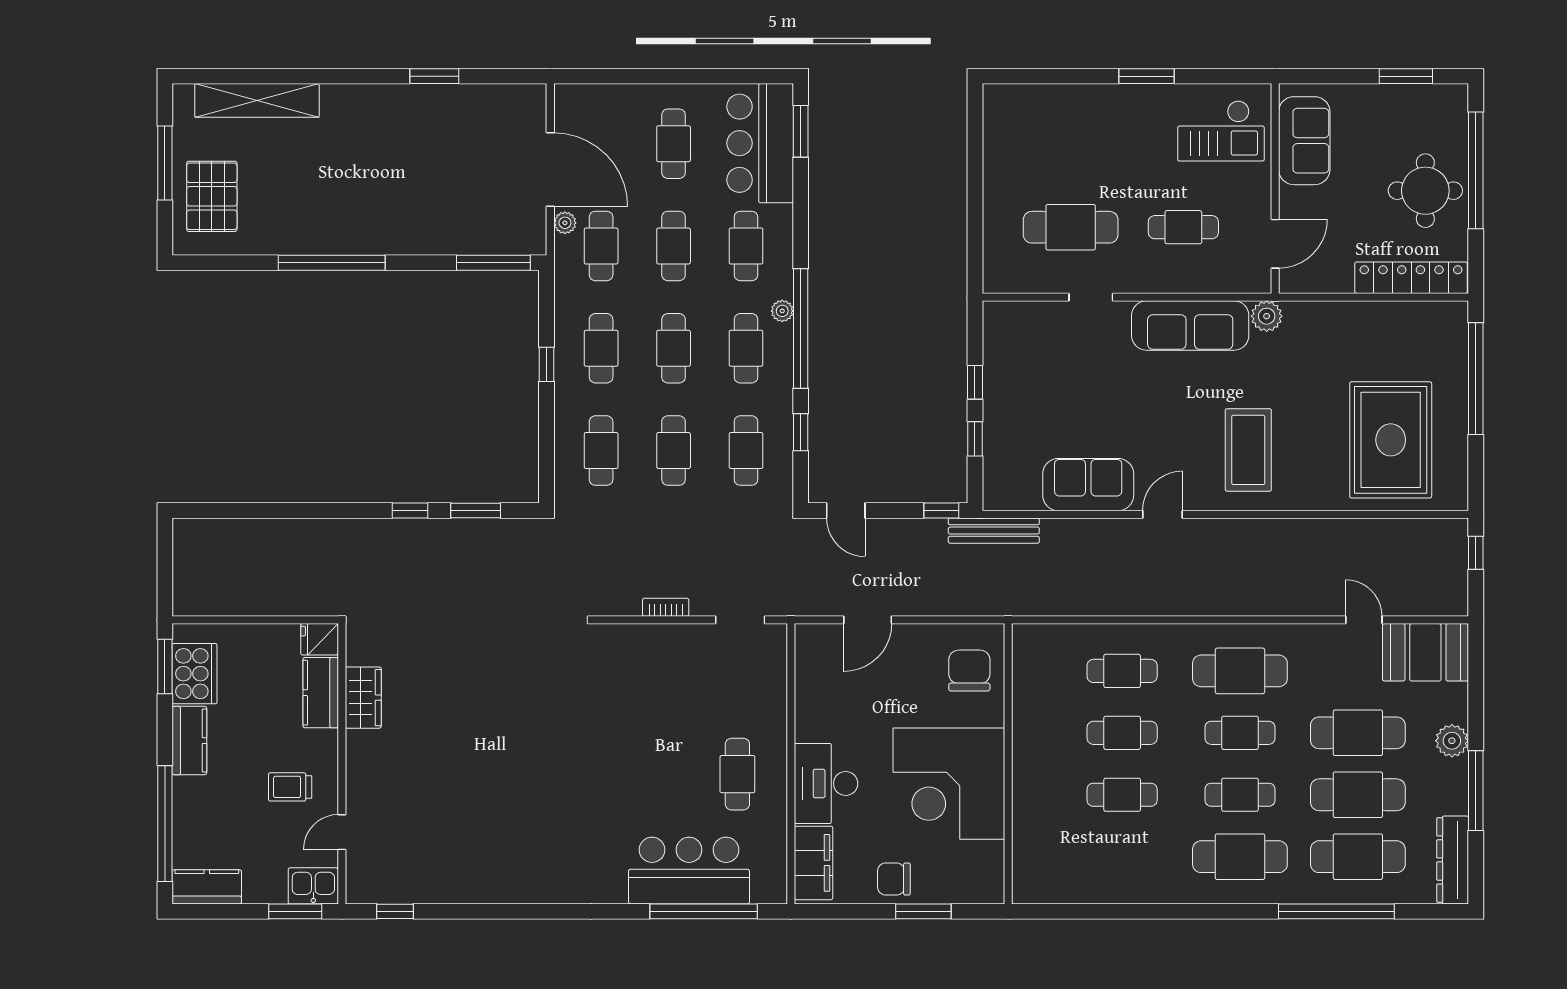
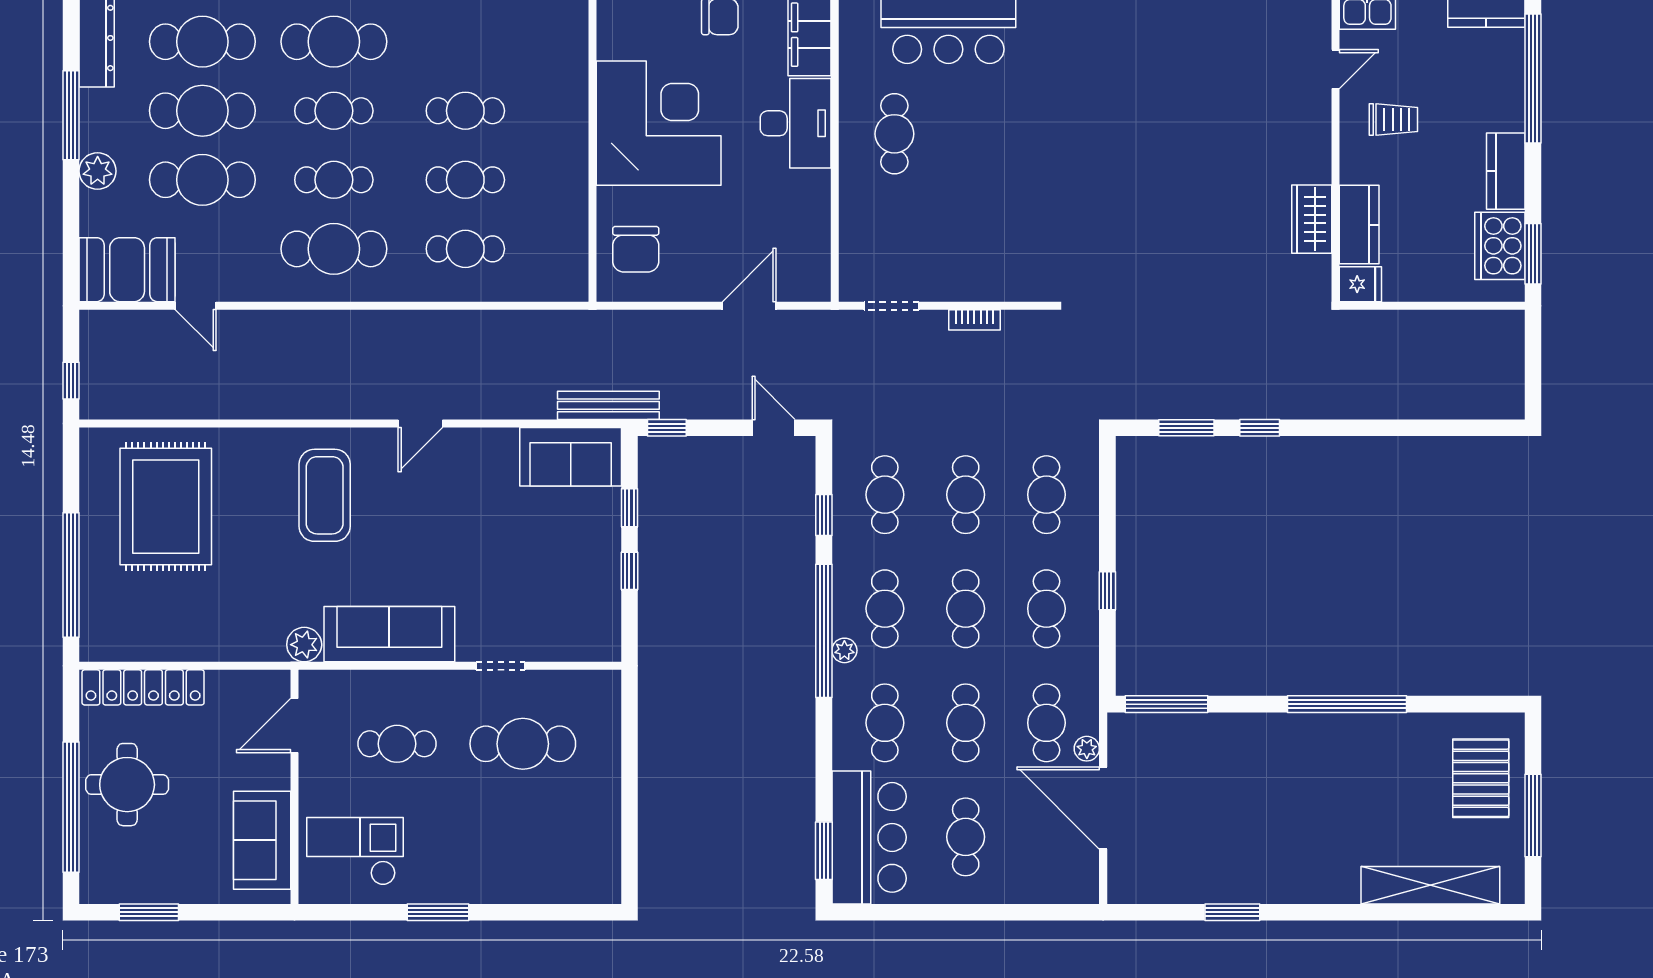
sofa: (1088, 485) -> (571, 457), moved

